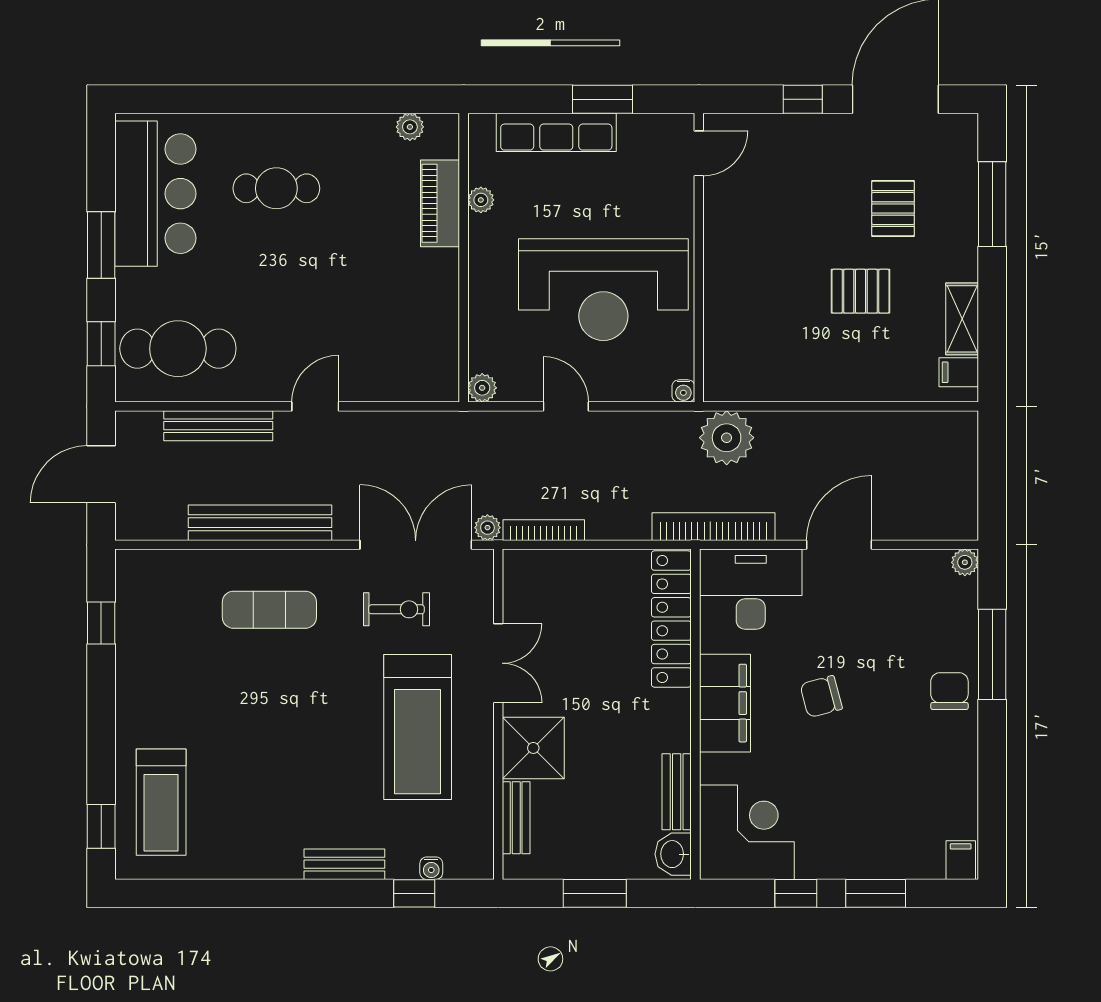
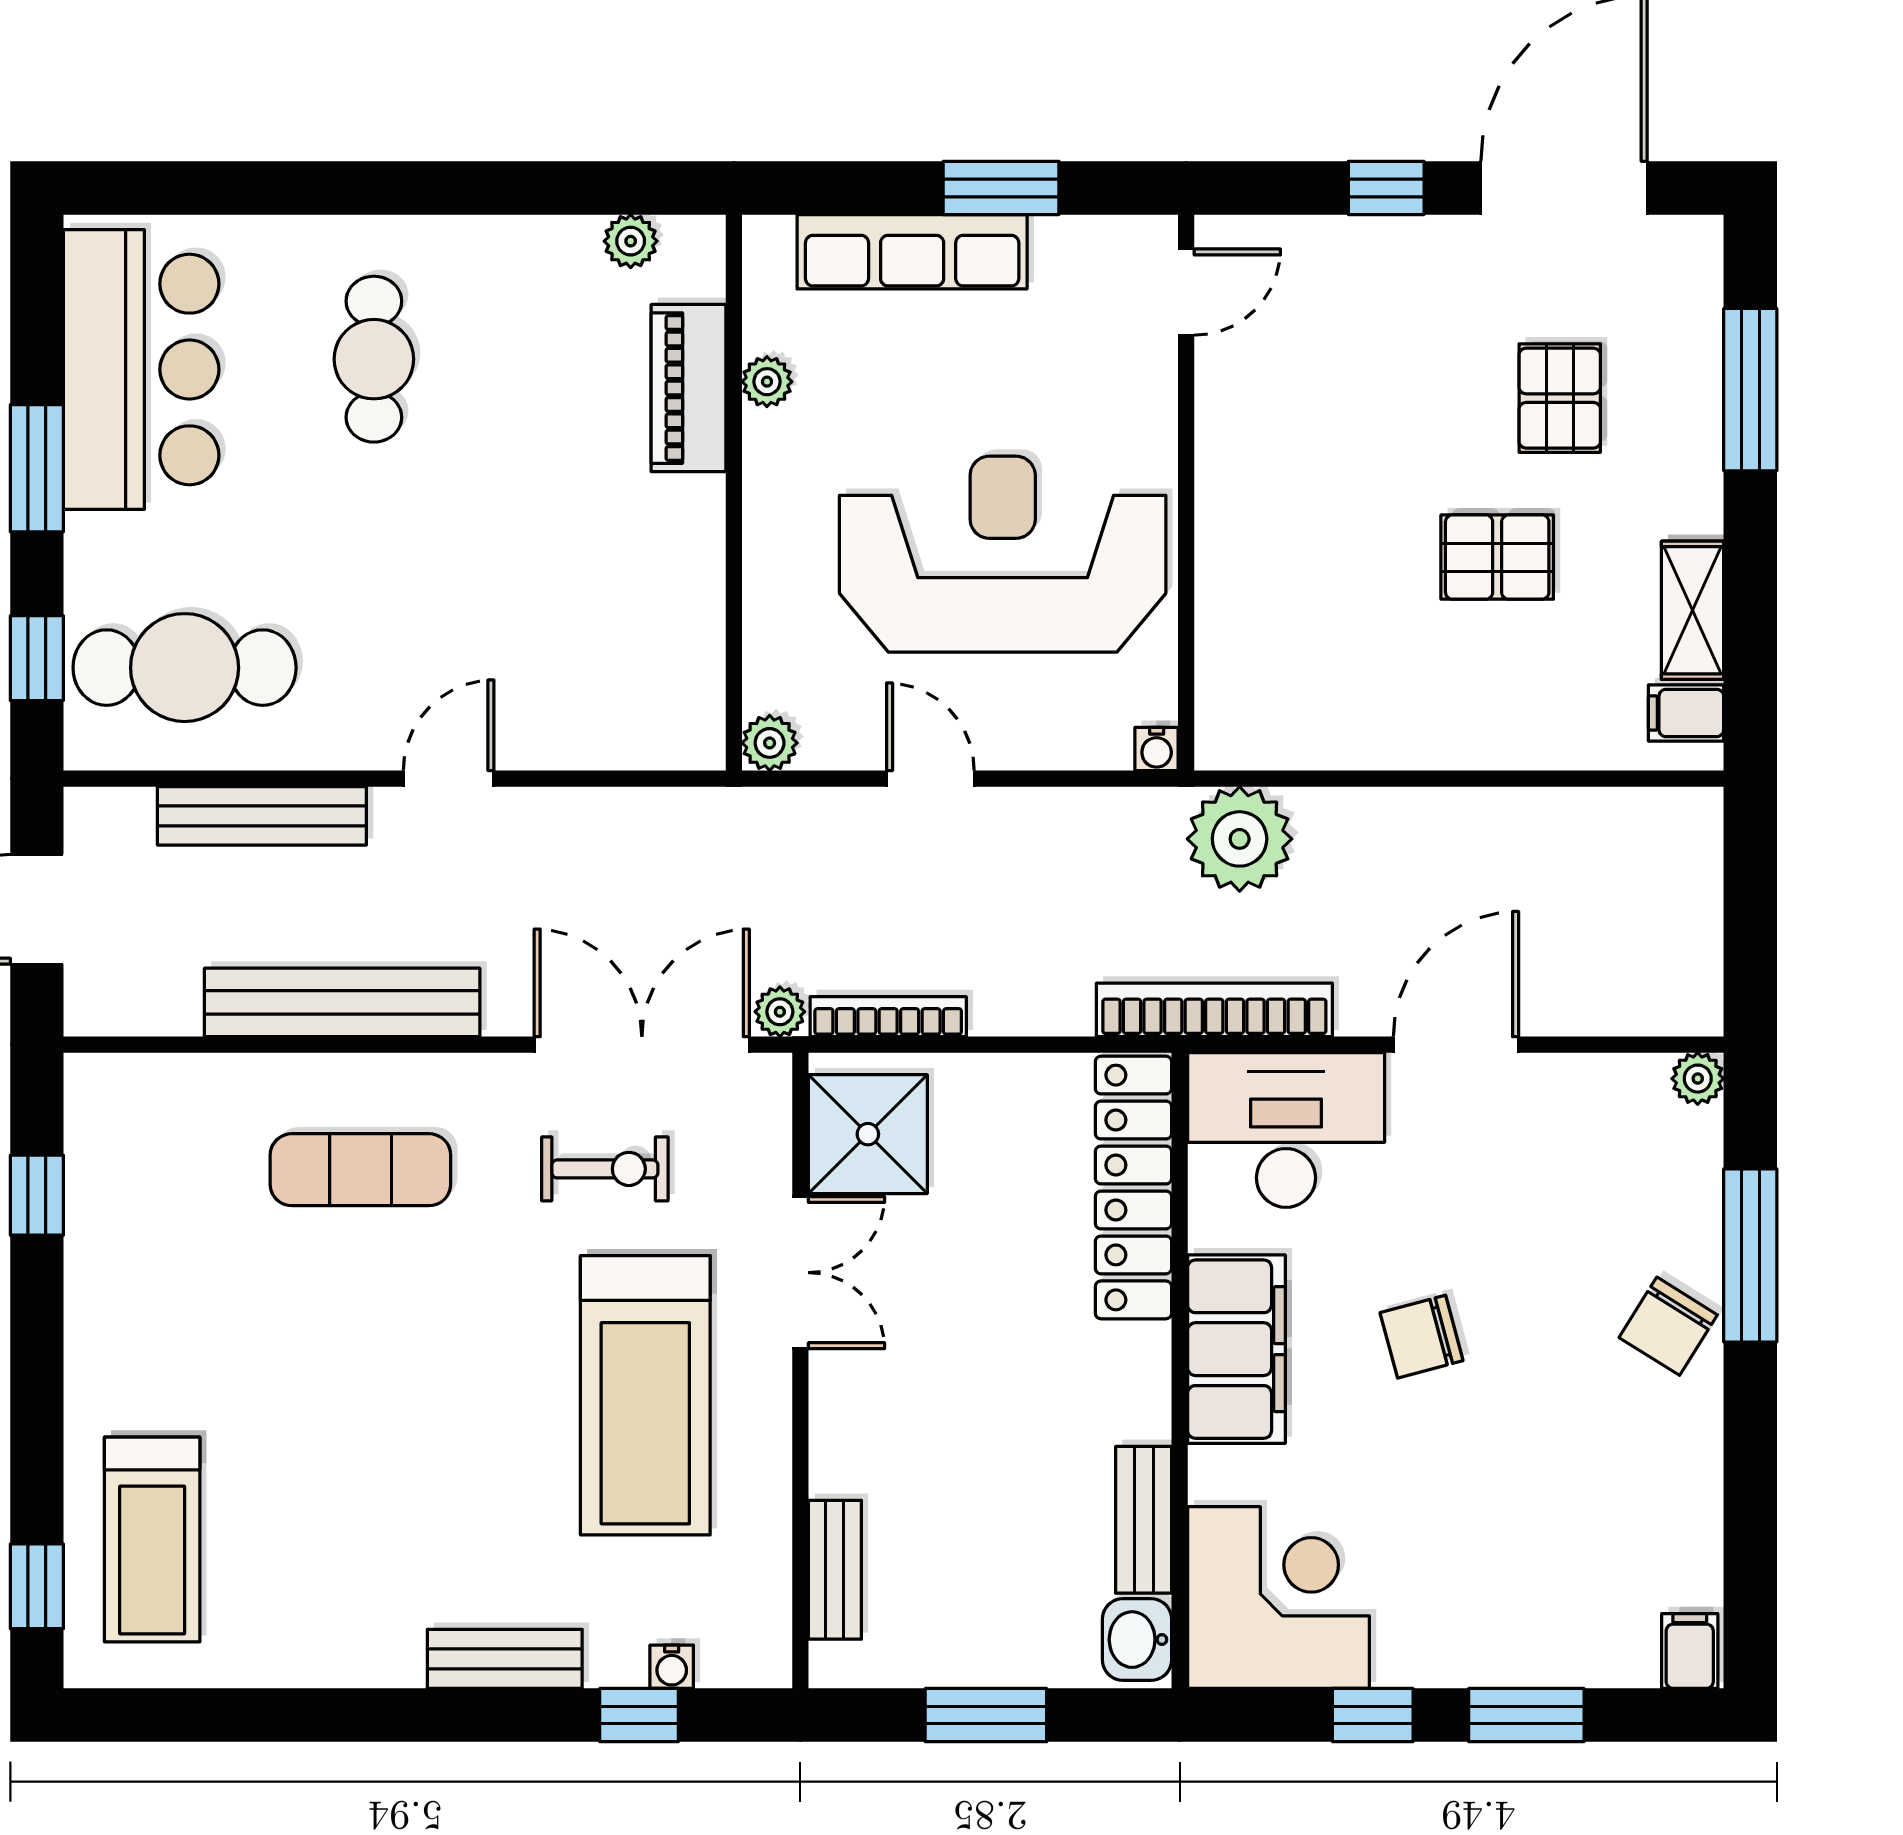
cafe table: (276, 188) -> (374, 359), turned 90
reception desk: (603, 290) -> (1003, 554), turned 180
chair: (949, 691) -> (1668, 1326), turned -148
shower: (533, 748) -> (868, 1134), moved

